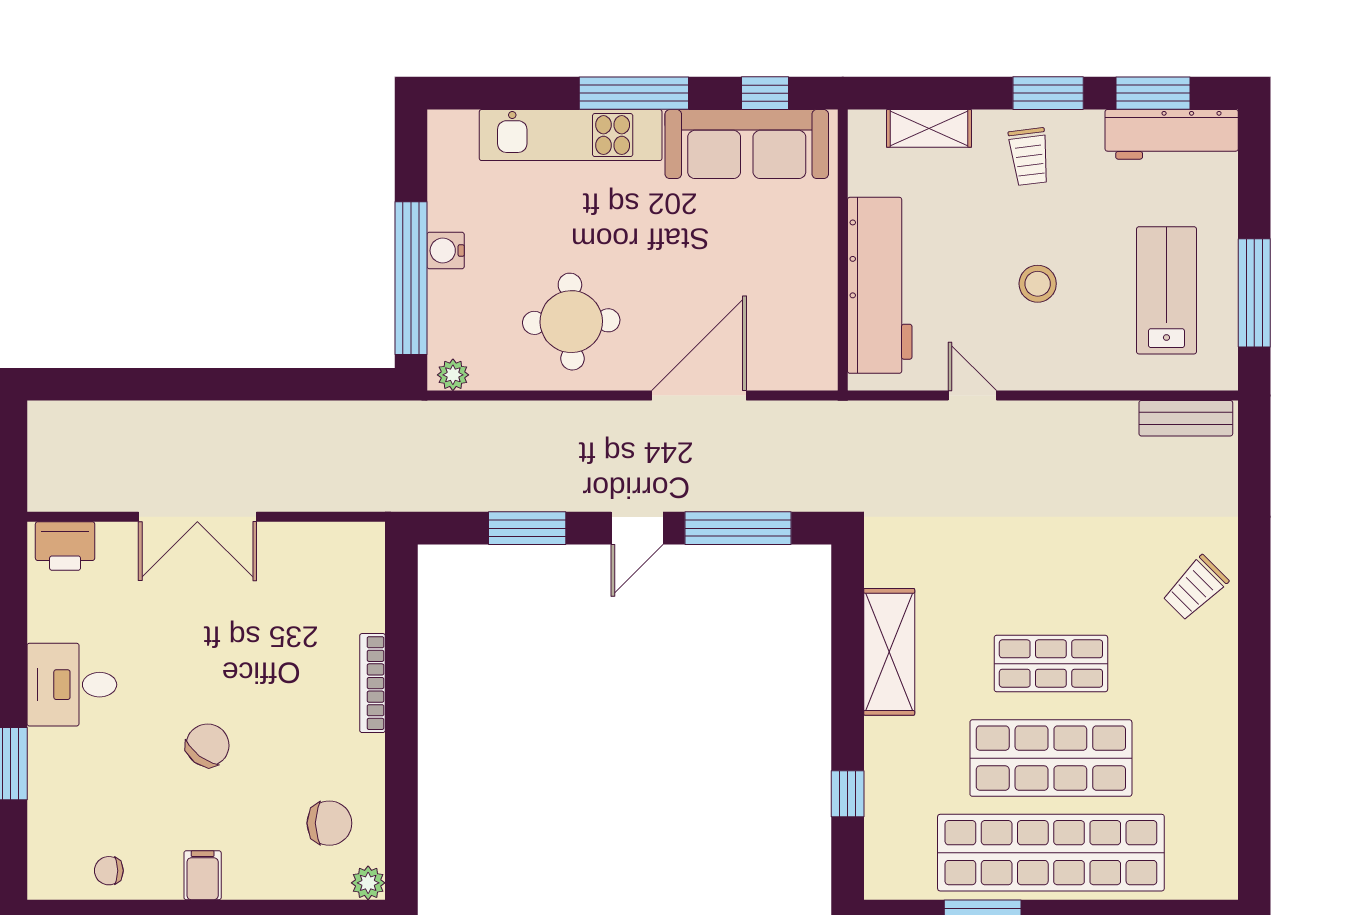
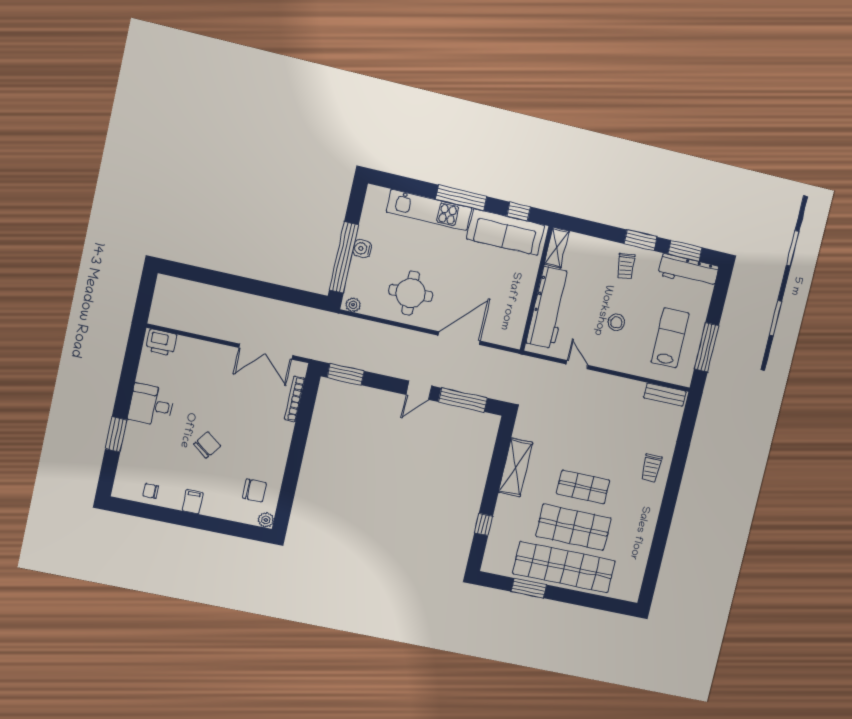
shelving: (929, 128) -> (557, 248), moved, turned 90
double door: (197, 517) -> (266, 352), moved
window: (527, 528) -> (346, 374), moved
trolley: (1195, 588) -> (651, 468), turned -45
bookcase: (372, 683) -> (295, 399), moved

